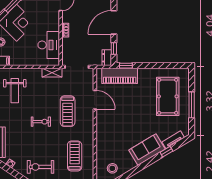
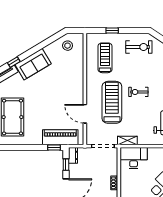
desk: (49, 45) -> (134, 158), moved, turned 90
treadmill: (68, 111) -> (112, 102), width x1.37, depth x1.38
treadmill: (75, 156) -> (105, 58), turned 180

